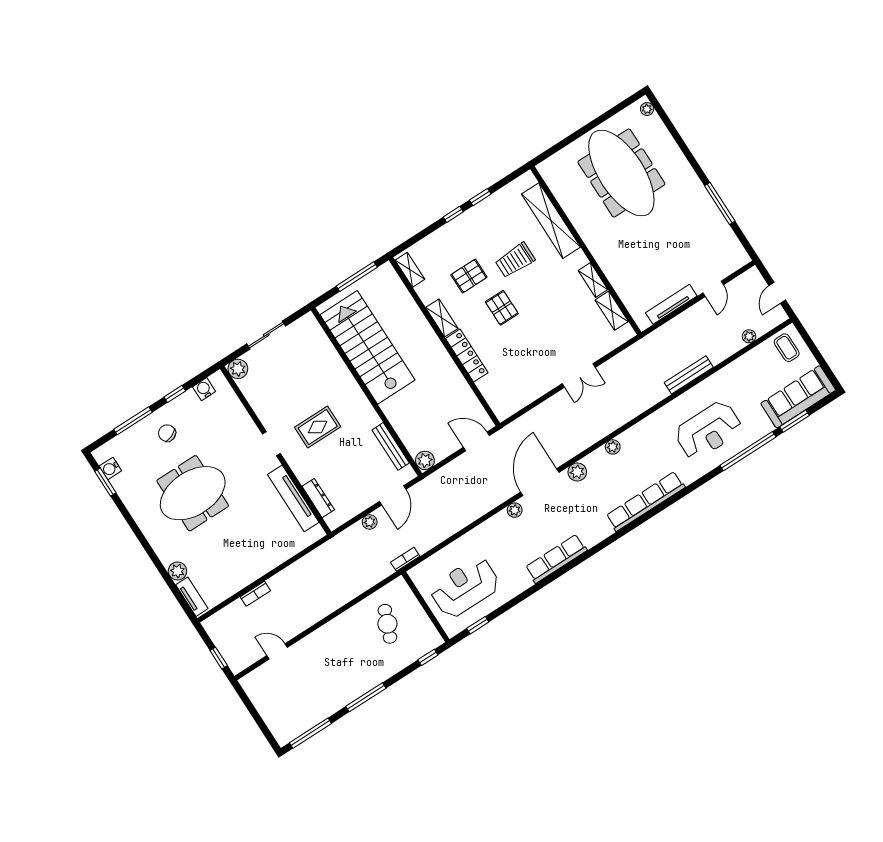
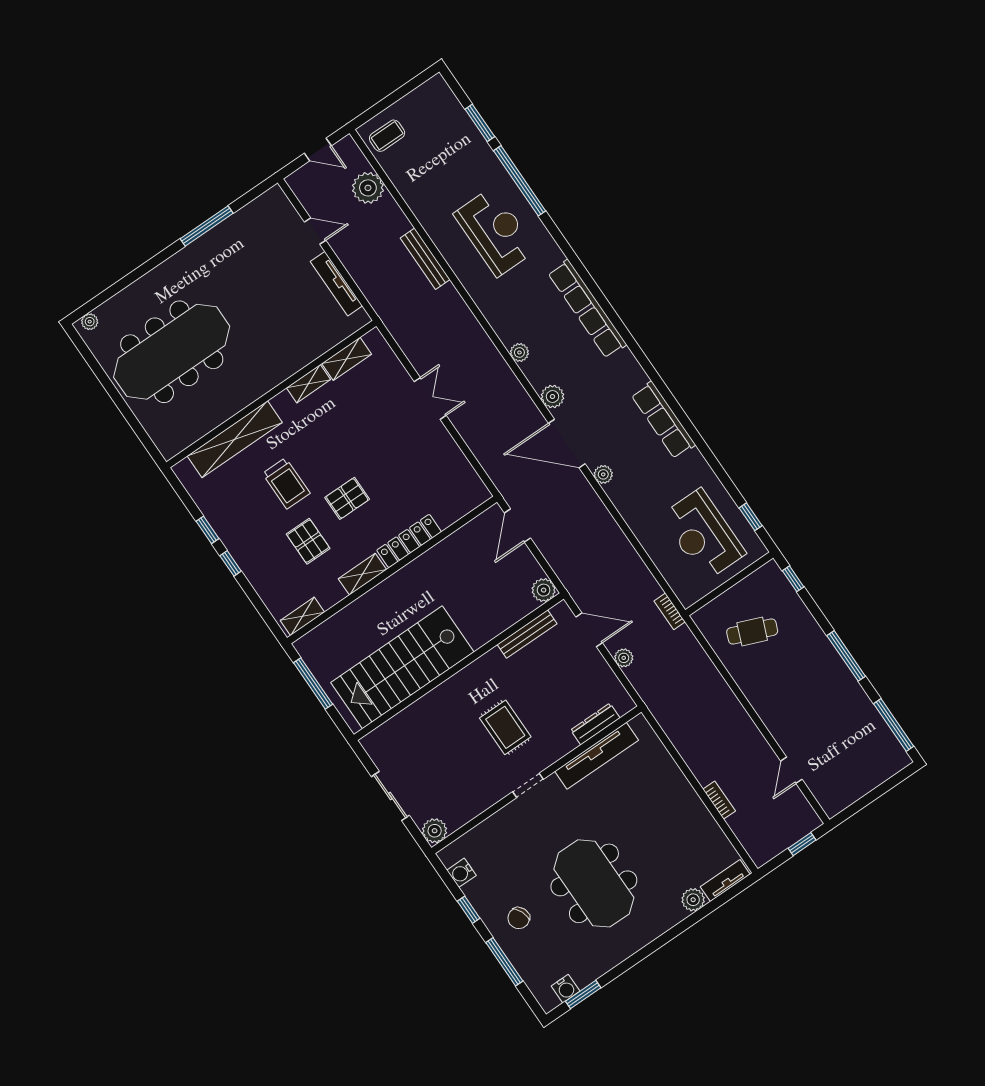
plant: (749, 336) -> (368, 188), width x1.87, depth x1.87
sofa: (798, 397) -> (449, 119), removed

